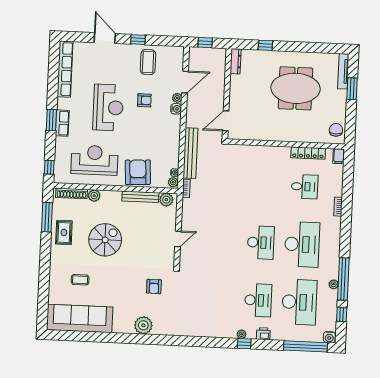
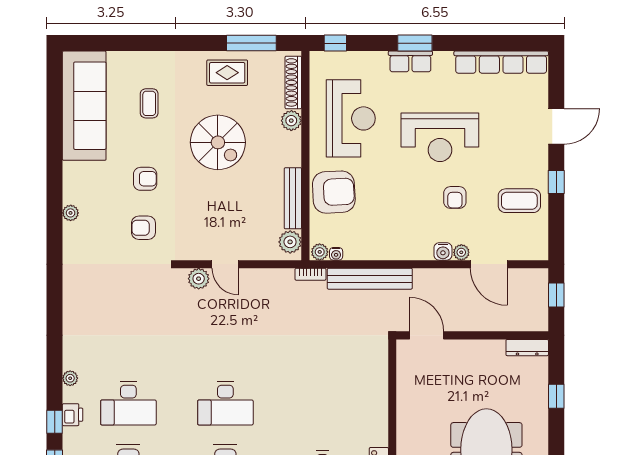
plant: (186, 255) -> (199, 279), added
armchair: (125, 284) -> (145, 179), added
plant: (143, 325) -> (71, 213), width x0.53, depth x0.53
window: (244, 344) -> (55, 422), moved

